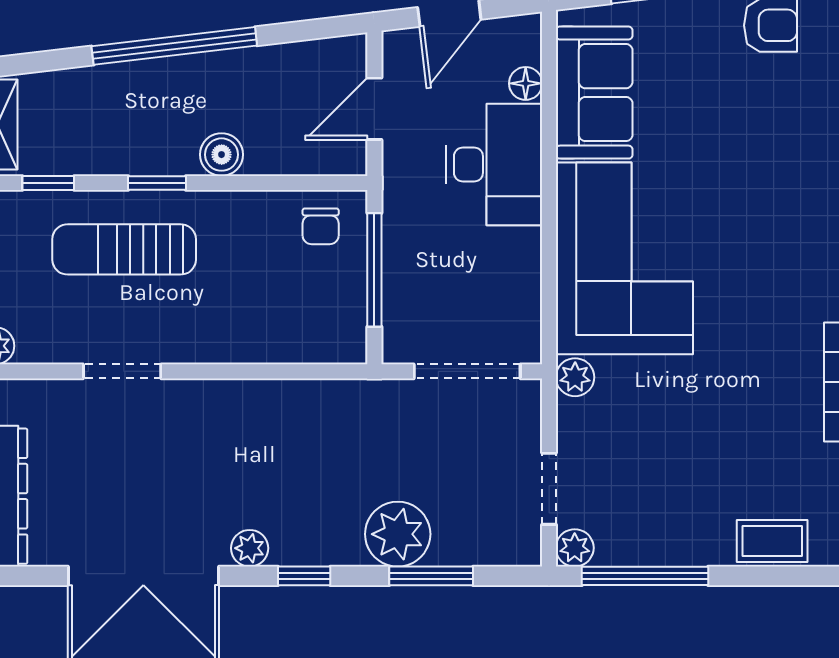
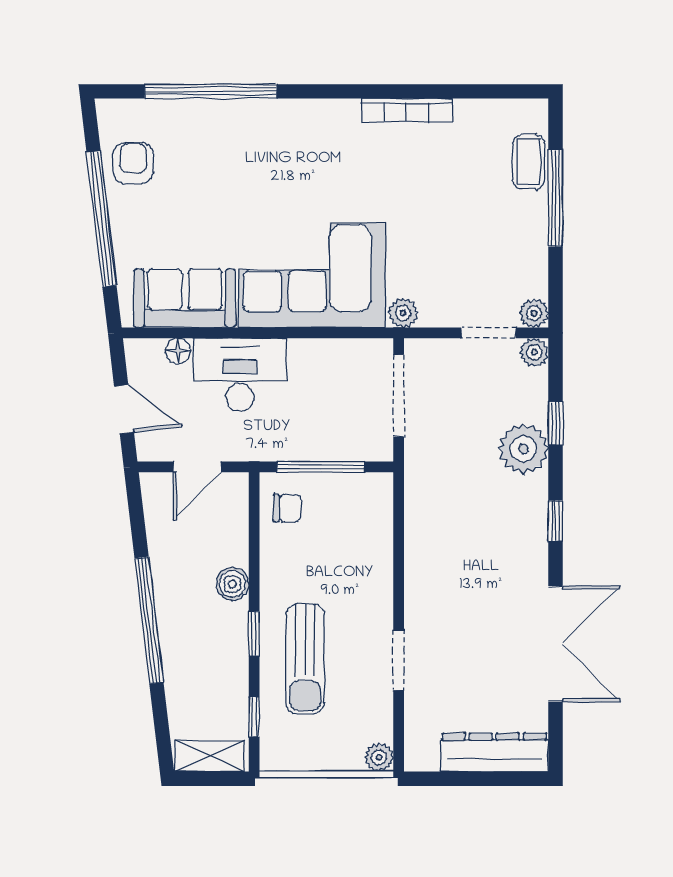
door: (374, 109) -> (197, 467), hinge flipped
plant: (250, 548) -> (534, 352), moved
window: (431, 576) -> (555, 423), width x0.67
window: (645, 576) -> (555, 198), moved

